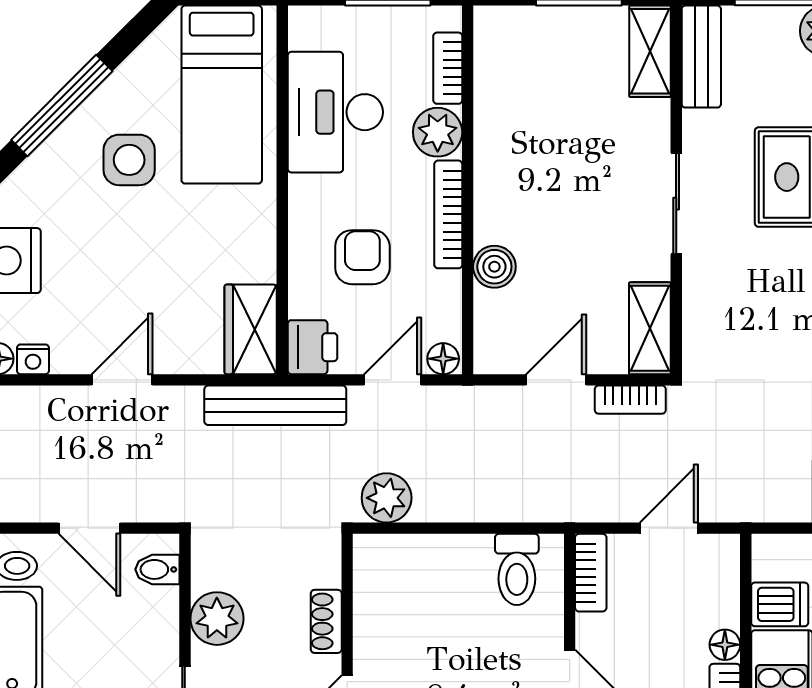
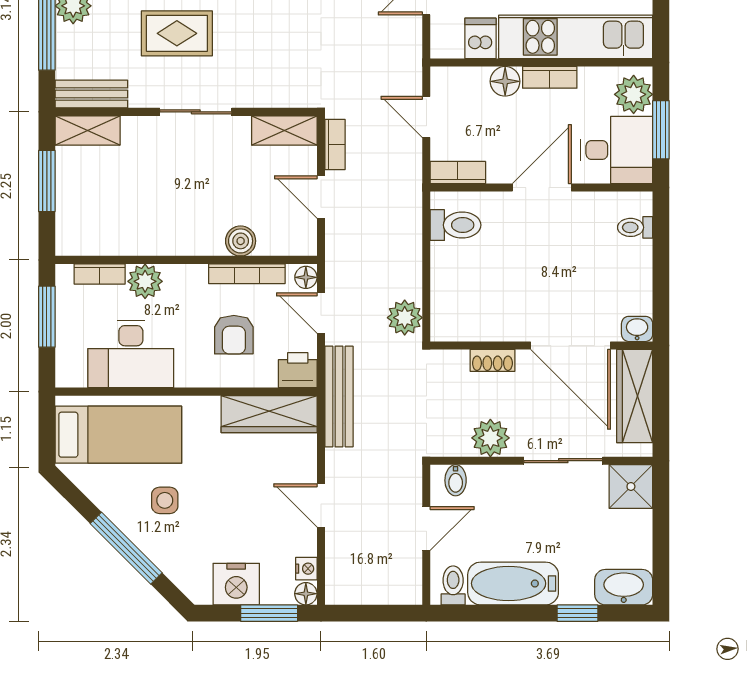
side table: (129, 160) -> (165, 500), width x0.73, depth x0.73
bookcase: (448, 214) -> (247, 274), moved
armchair: (362, 257) -> (234, 335), turned -90
wardrobe: (251, 329) -> (269, 414), width x1.50
floor lamp: (725, 645) -> (505, 81), width x1.37, depth x1.37

